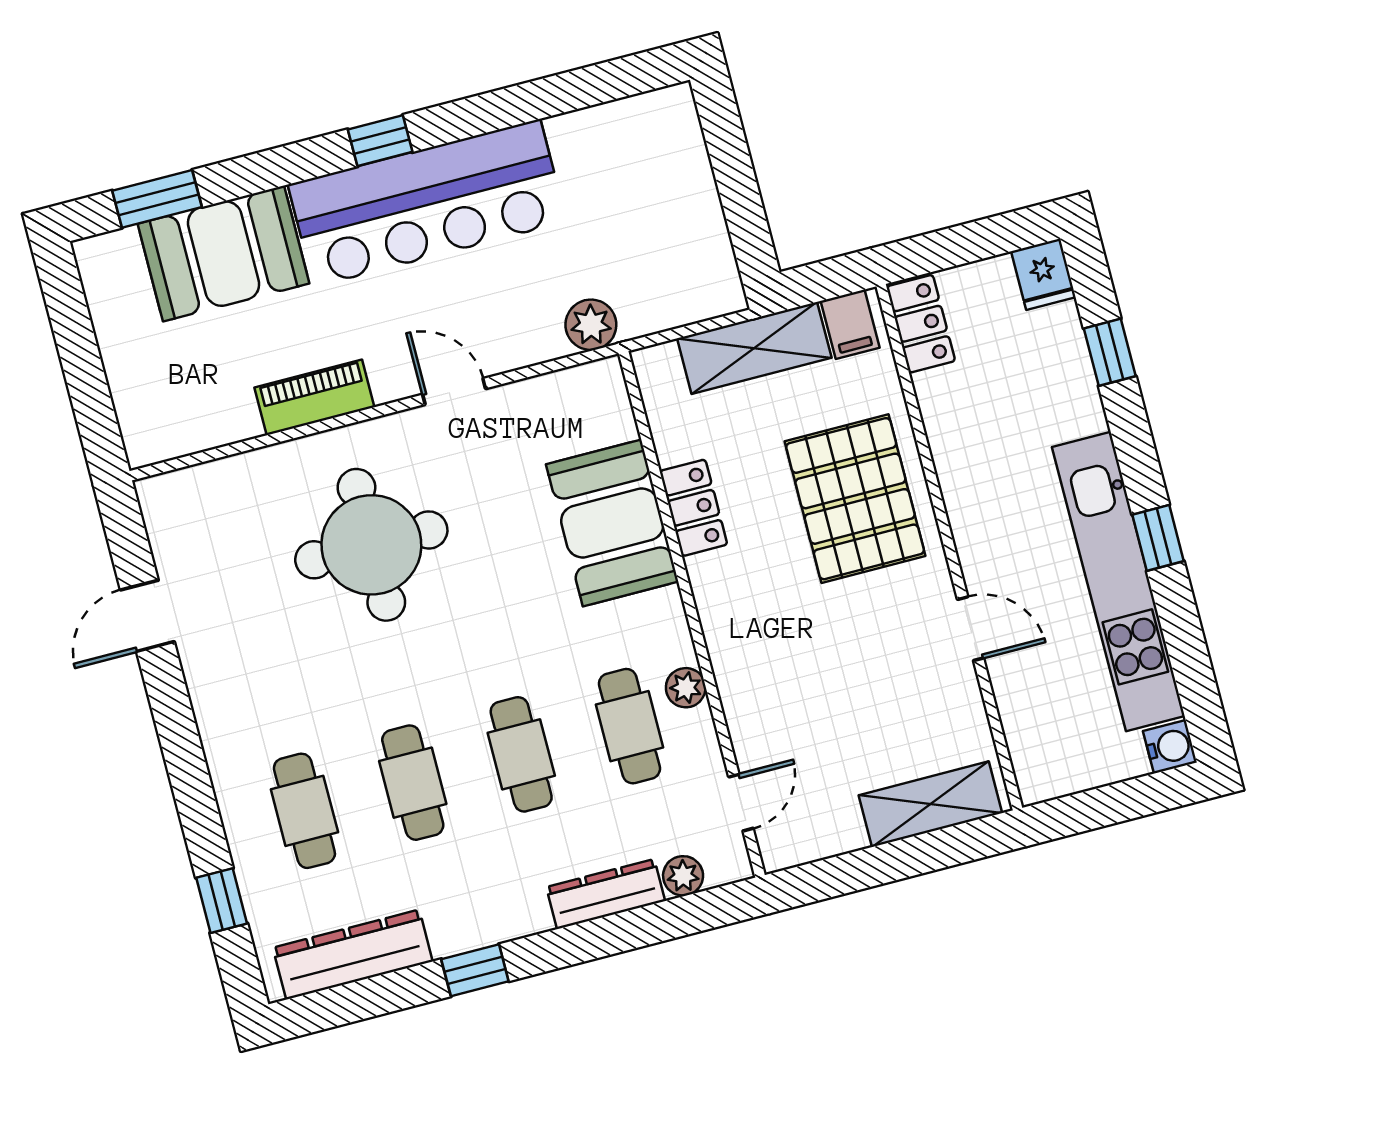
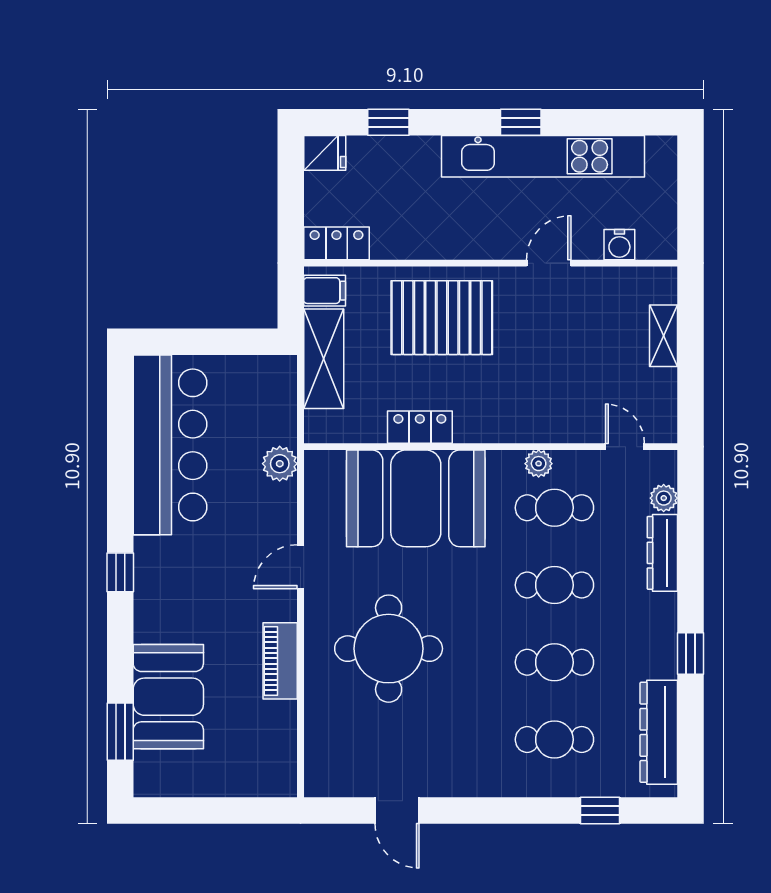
bar counter: (427, 203) -> (170, 445), moved
booth: (612, 523) -> (416, 498), width x1.36, depth x1.42
water cooler: (1170, 747) -> (619, 245), moved, turned 180
shelving: (930, 804) -> (664, 336), width x0.67, depth x0.75

